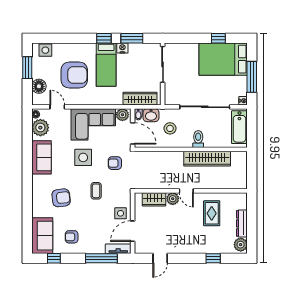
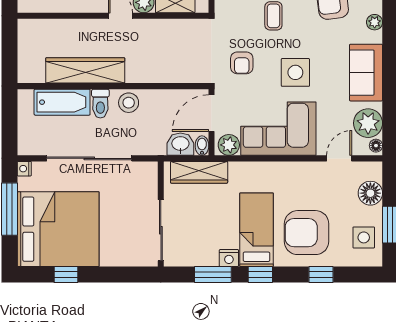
window: (68, 38) -> (321, 275), added
side table: (45, 50) -> (364, 237), moved
bed: (223, 59) -> (58, 229), width x1.36
armchair: (74, 75) -> (307, 233), moved
door: (57, 107) -> (339, 158), swing flipped
bathtub: (239, 127) -> (62, 102), moved, turned 90
stool: (170, 128) -> (129, 103), moved
door: (133, 133) -> (212, 113), hinge flipped
armchair: (115, 163) -> (242, 63), turned 90
plant: (37, 187) -> (375, 22), added

